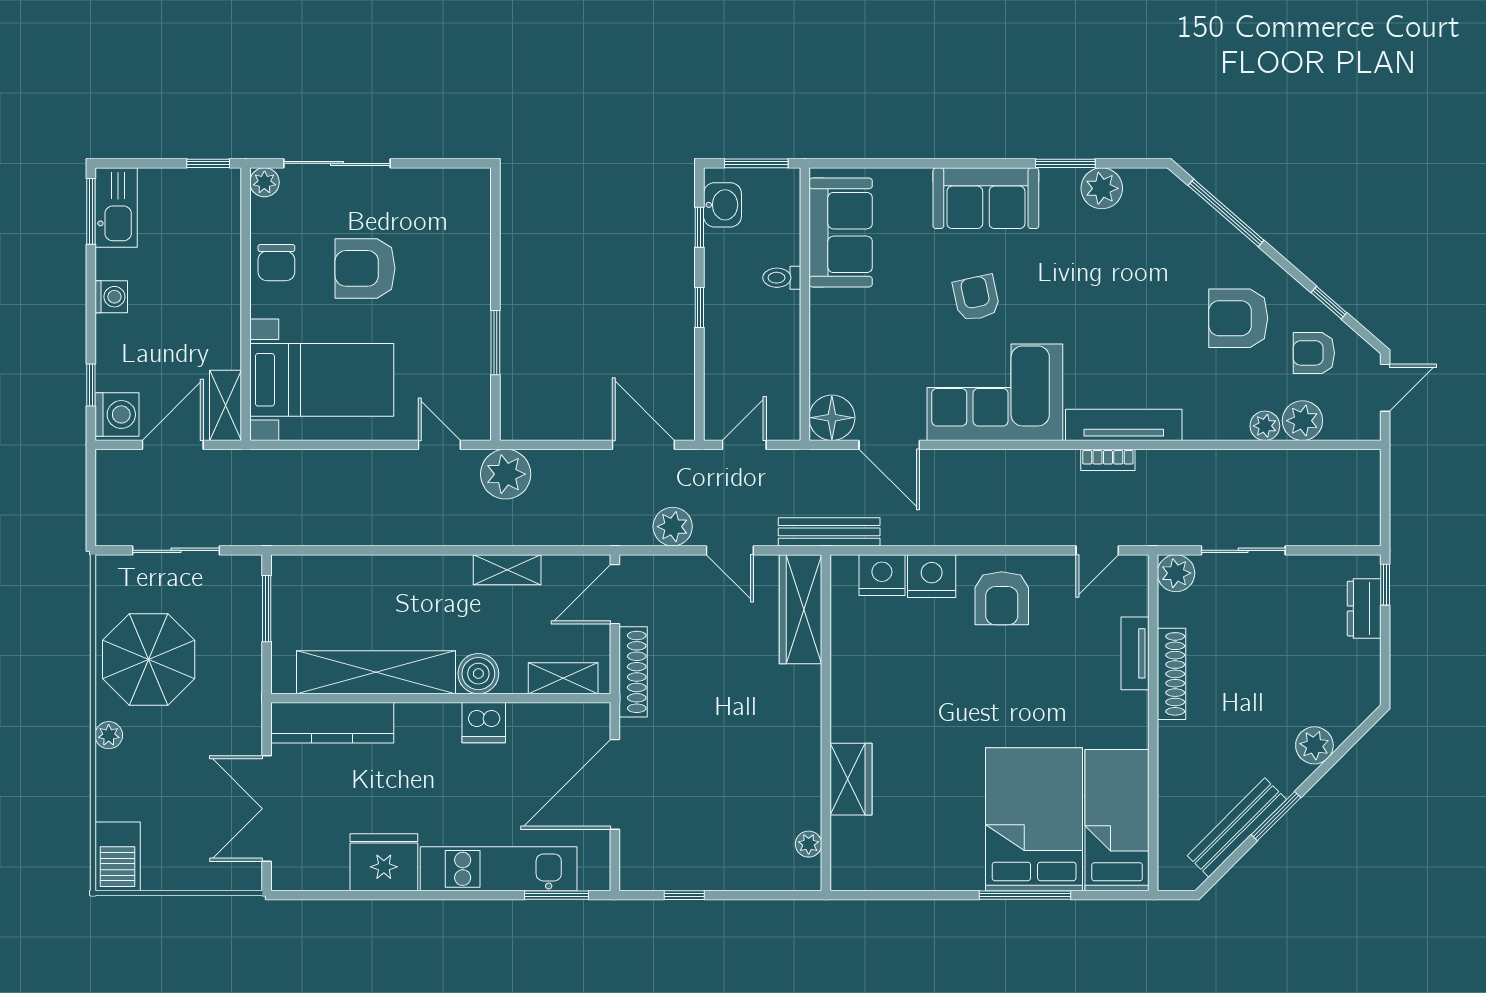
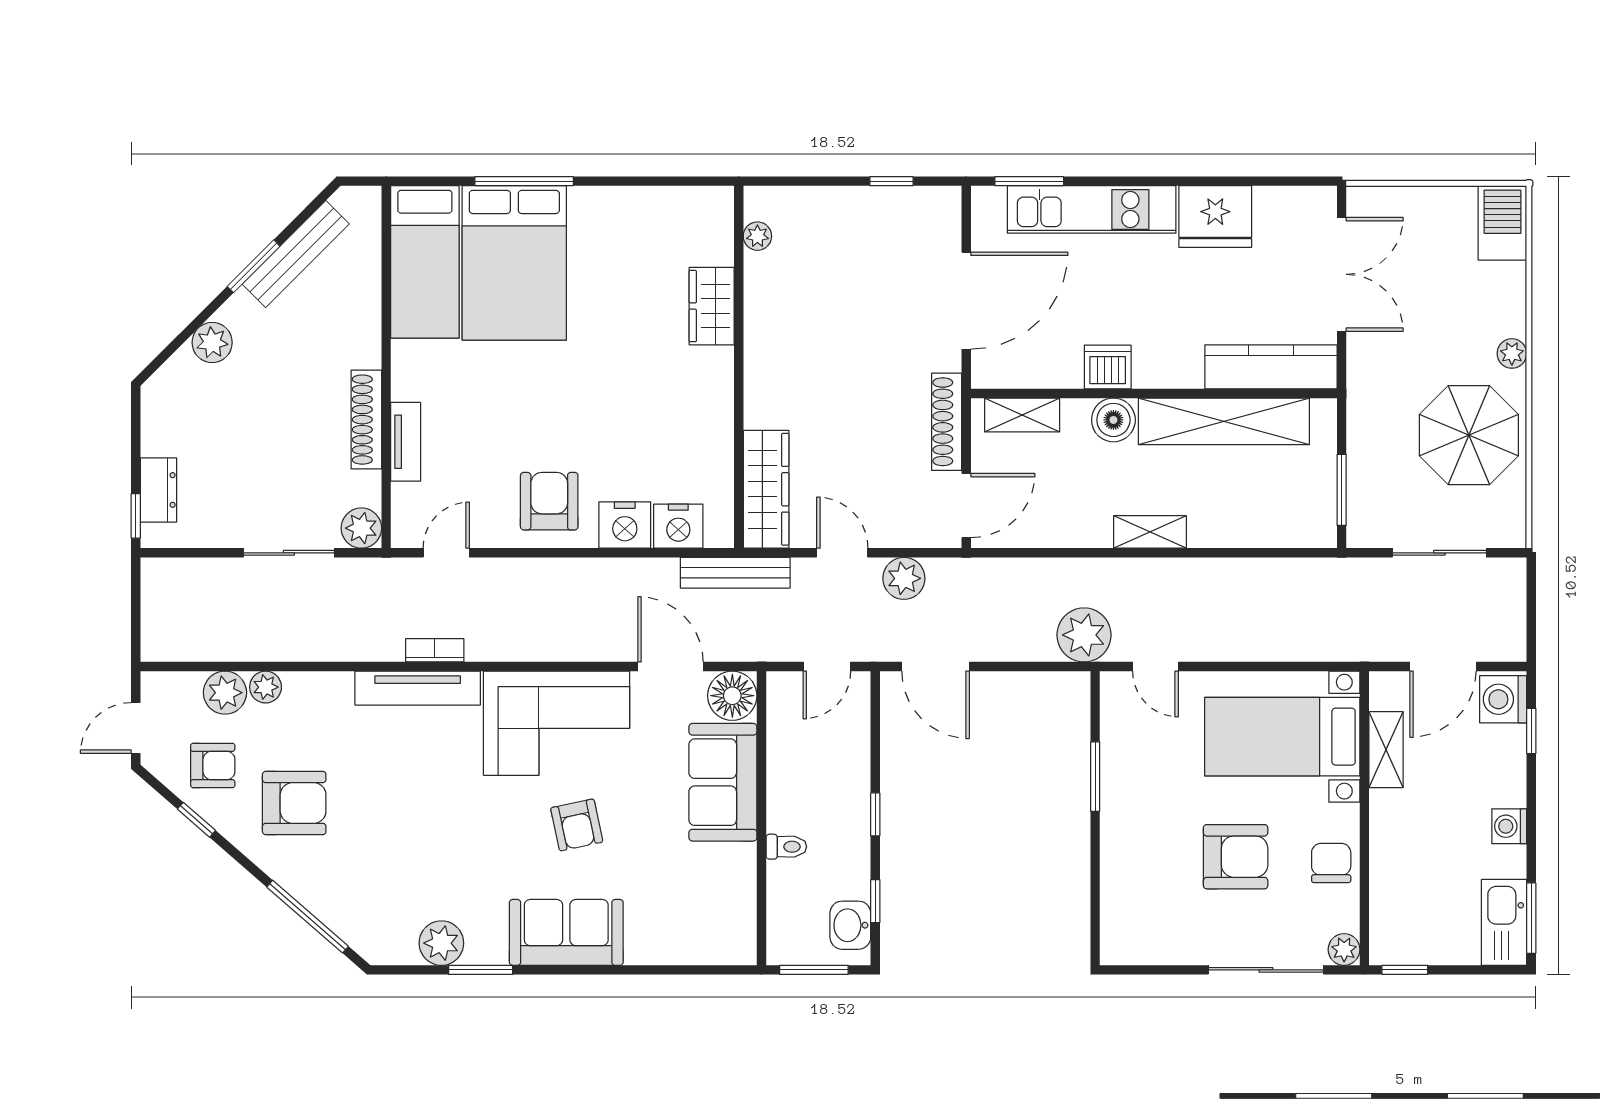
sofa: (841, 233) -> (723, 782), moved
shelving: (226, 405) -> (1386, 750), moved
shelving: (507, 570) -> (1150, 532), moved

